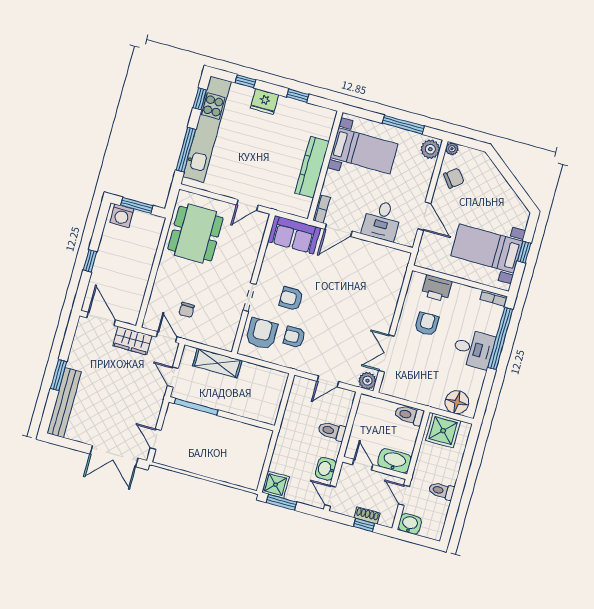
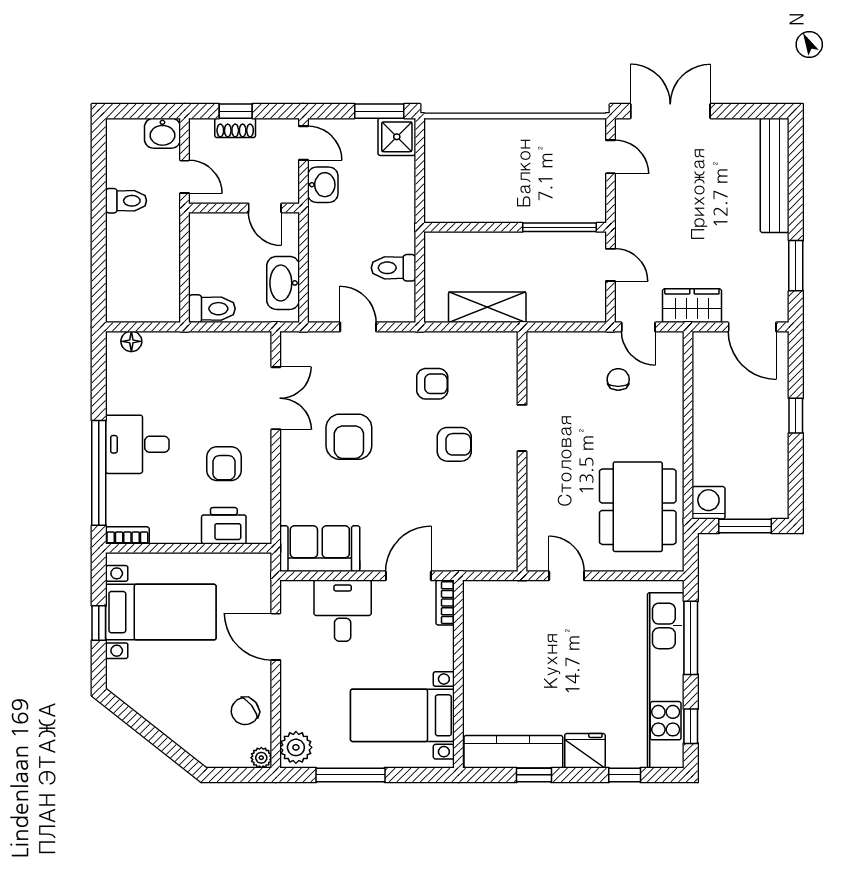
kitchen counter: (312, 167) -> (513, 752), moved, turned -90
door: (247, 205) -> (567, 576), hinge flipped
washing machine: (122, 216) -> (708, 503), moved
sofa: (294, 235) -> (320, 549), moved
armchair: (262, 334) -> (349, 437), moved
shelving: (217, 363) -> (487, 307), moved
window: (59, 375) -> (796, 266), moved
door: (328, 381) -> (358, 327), hinge flipped
plant: (367, 381) -> (295, 346), removed
floor lamp: (457, 402) -> (131, 341), width x0.53, depth x0.53
toilet: (332, 431) -> (393, 268), moved, turned 180
shower: (443, 431) -> (150, 299), removed
washbasin: (394, 461) -> (283, 283), moved, turned 90

